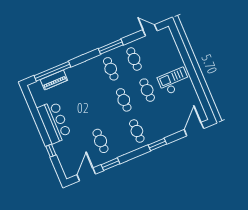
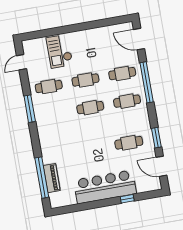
cafe table: (111, 69) -> (122, 74), moved
checkout: (174, 81) -> (59, 51), moved
bar counter: (54, 122) -> (105, 187), width x1.36
window: (157, 144) -> (147, 82), width x2.11

